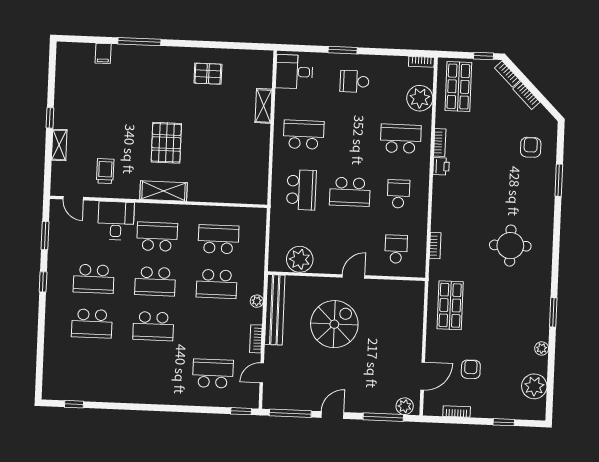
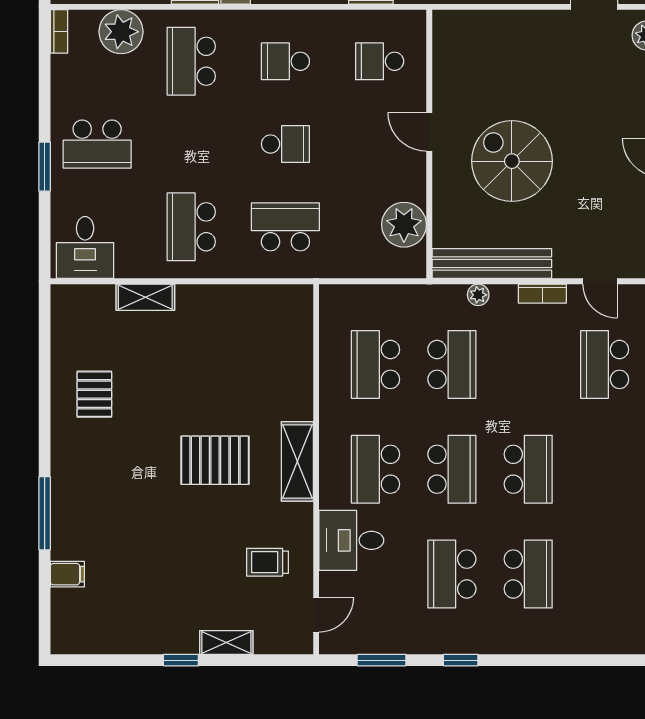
school desk: (355, 81) -> (97, 144), width x1.85
school desk: (350, 192) -> (285, 144), width x0.54
school desk: (94, 279) -> (452, 574), turned 180

